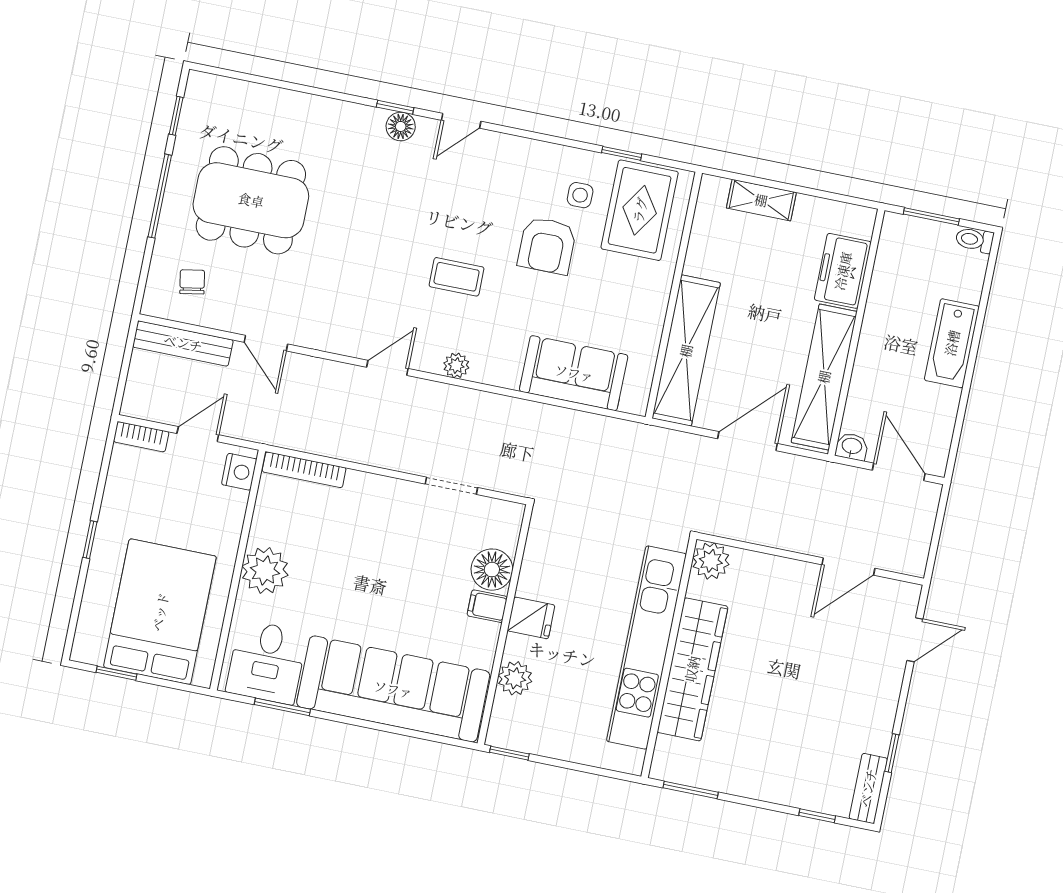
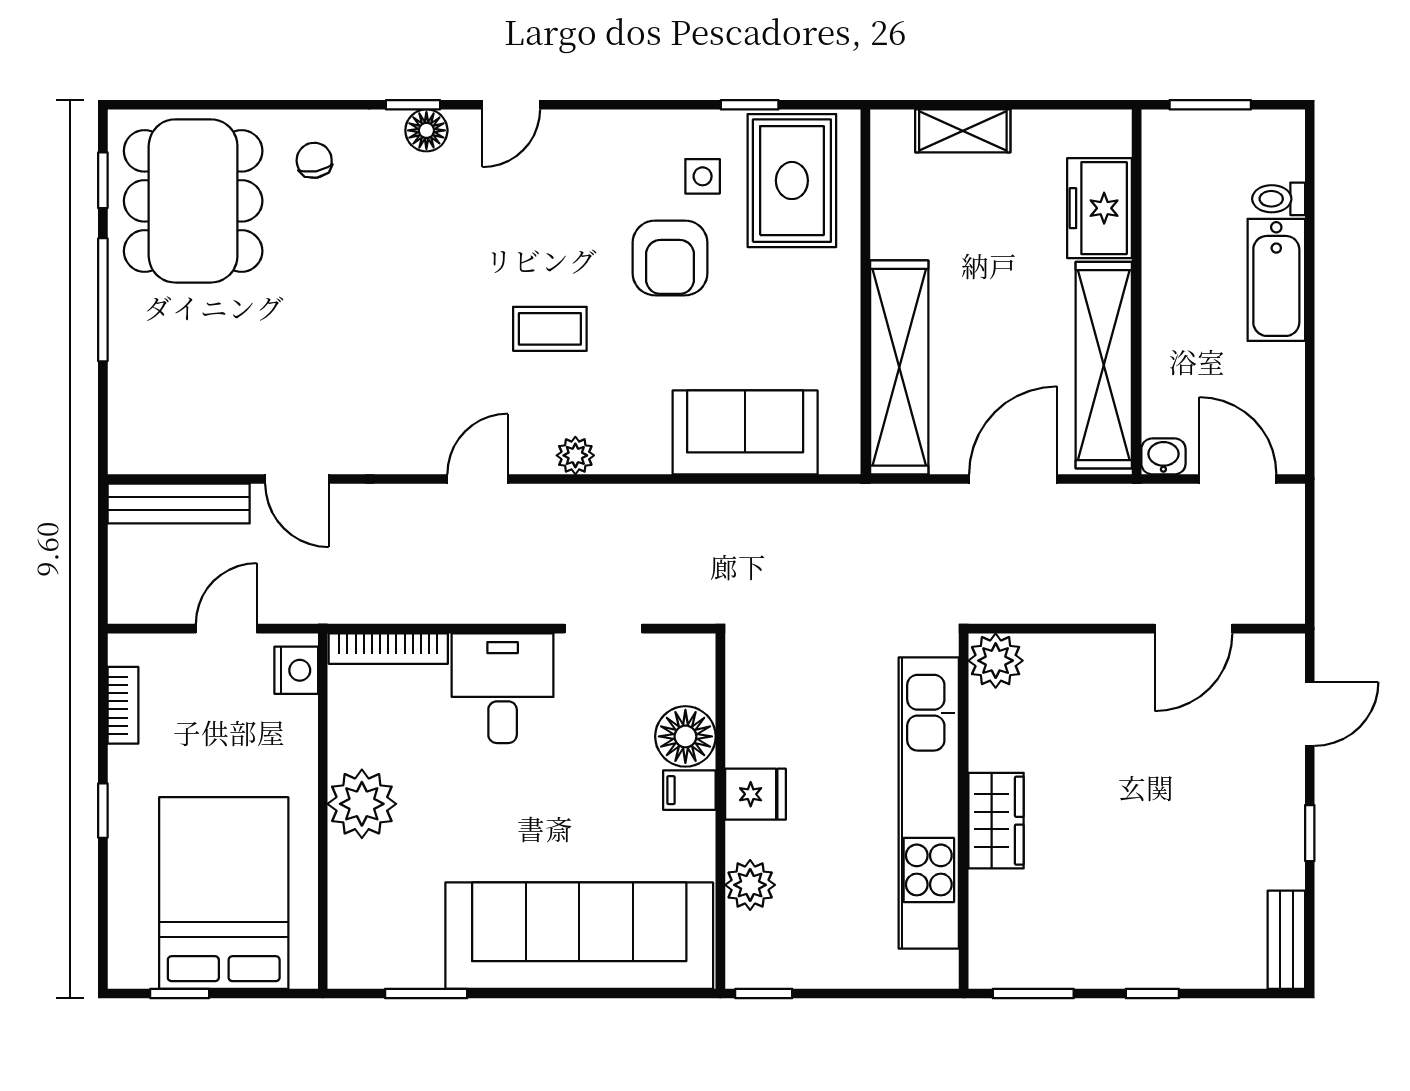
dining table: (251, 200) -> (193, 201), moved, turned 90
toilet: (974, 240) -> (1279, 199), moved
chair: (192, 282) -> (314, 160), moved
bookcase: (141, 437) -> (123, 705), moved, turned -90
desk: (267, 662) -> (503, 688), moved, turned 180
wardrobe: (692, 669) -> (996, 821), width x0.48, depth x0.85
window: (892, 753) -> (1310, 833), moved
window: (817, 816) -> (1152, 993), moved

